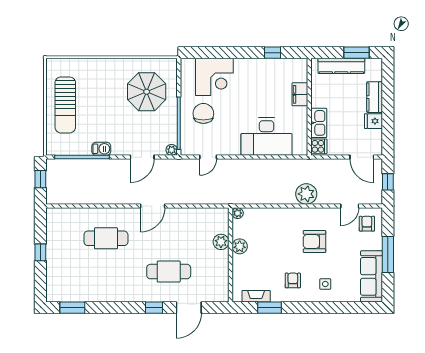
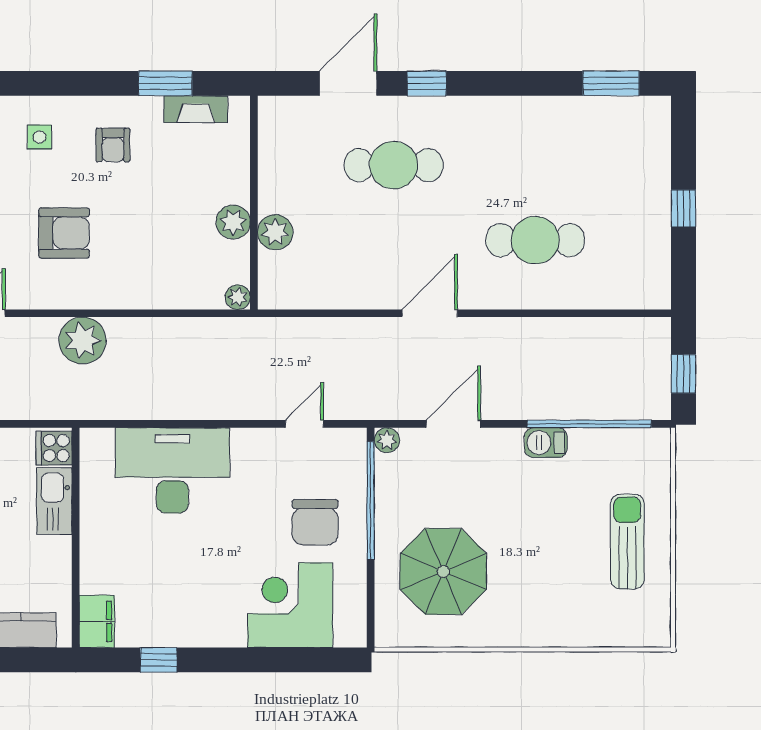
filing cabinet: (300, 94) -> (97, 621), moved
sun lounger: (65, 105) -> (627, 542), width x0.73, depth x0.75

